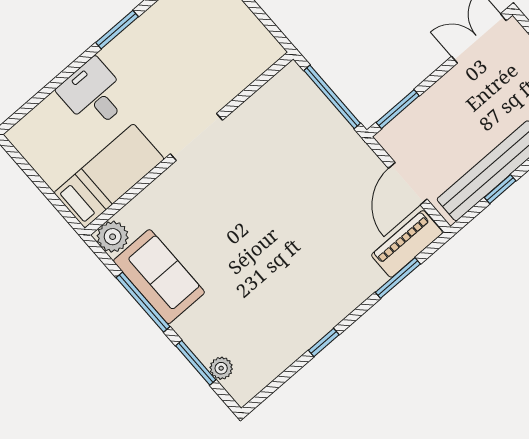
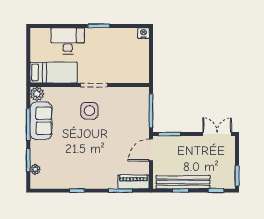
desk: (94, 94) -> (68, 41), width x1.37
door: (408, 184) -> (151, 150), moved
side table: (227, 188) -> (89, 111), added

